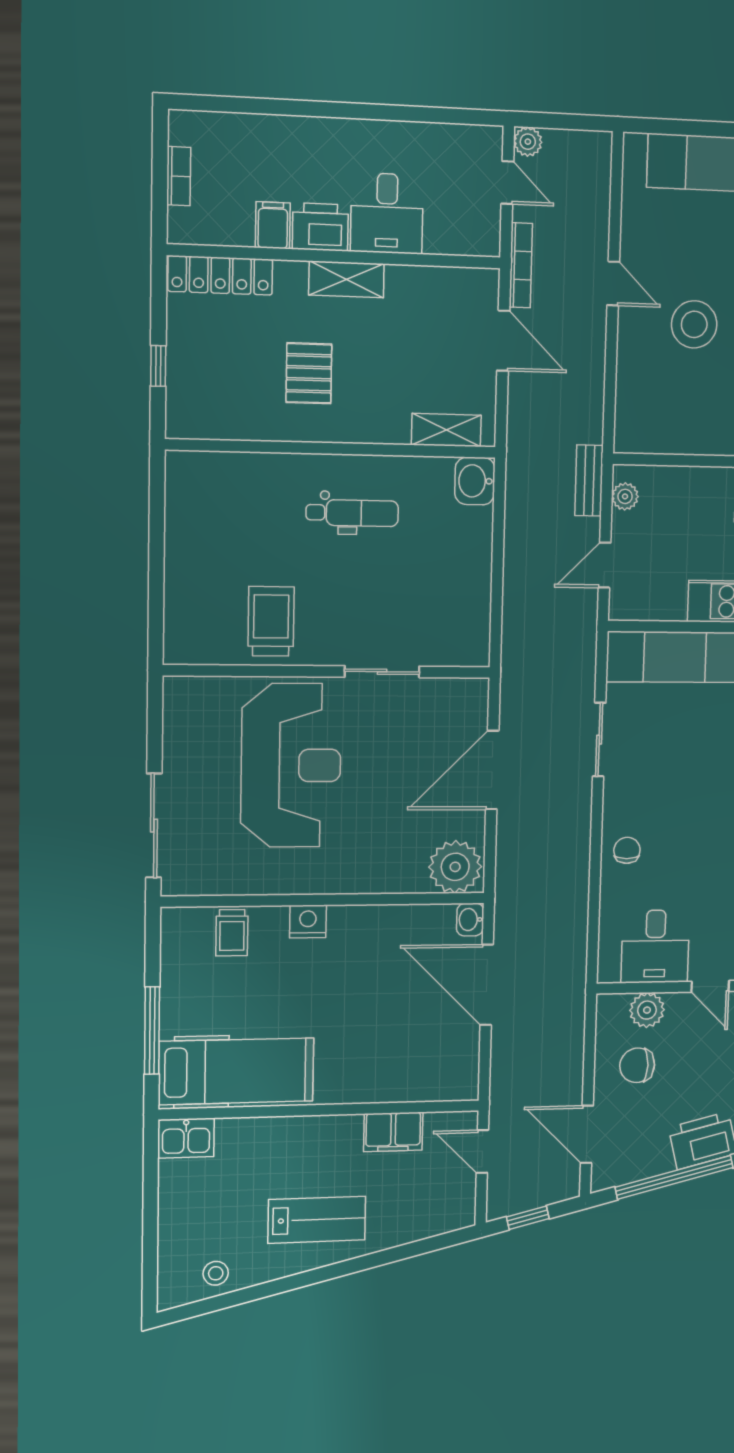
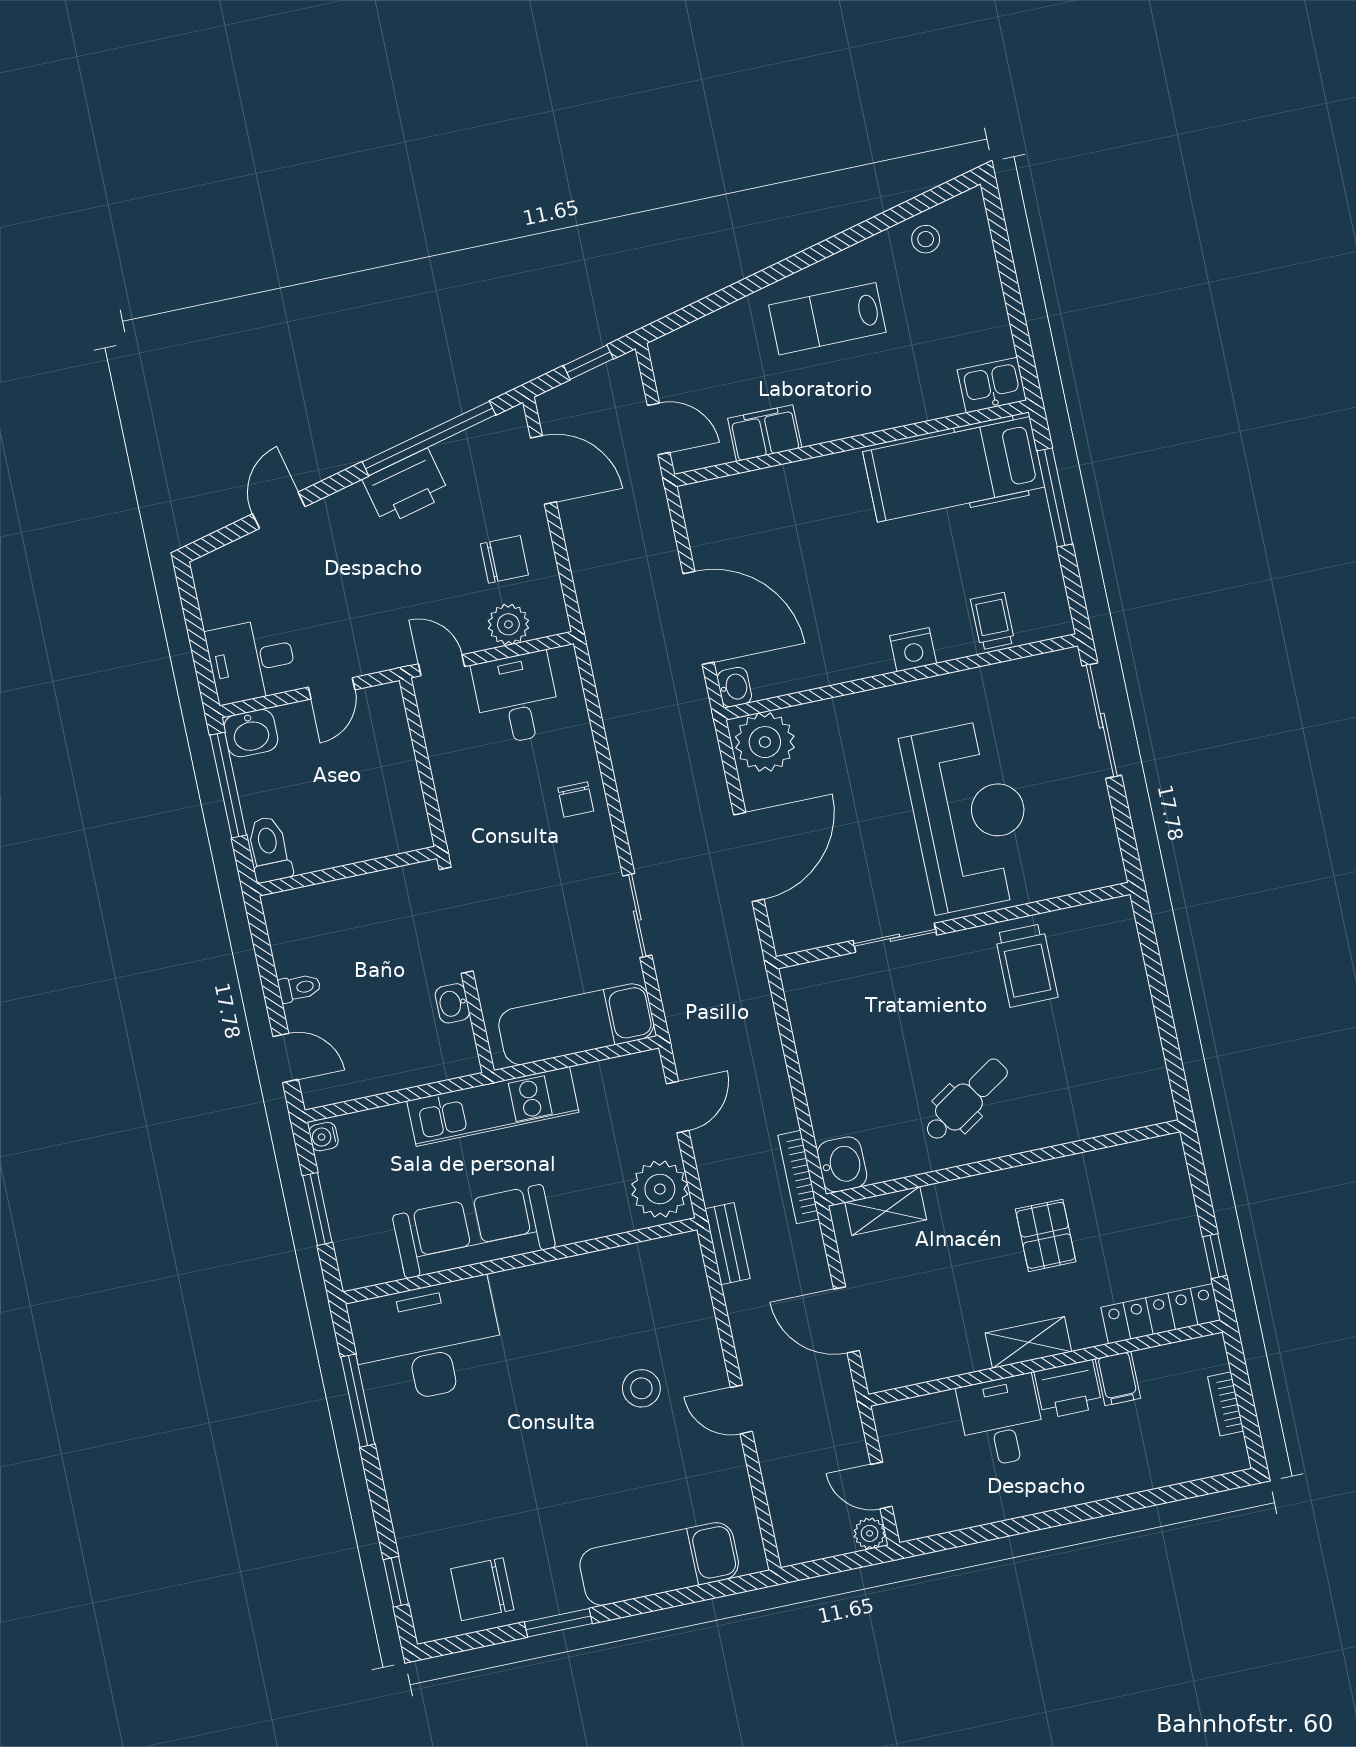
bookcase: (521, 265) -> (799, 1177), moved
stool: (694, 324) -> (641, 1388), width x0.73, depth x0.73
window: (158, 366) -> (1215, 1256), moved
bench: (589, 481) -> (727, 1244), moved
plant: (625, 496) -> (660, 1189), width x1.87, depth x1.87
dental chair: (352, 513) -> (966, 1100), turned 147
reception desk: (291, 765) -> (970, 816), turned 180

